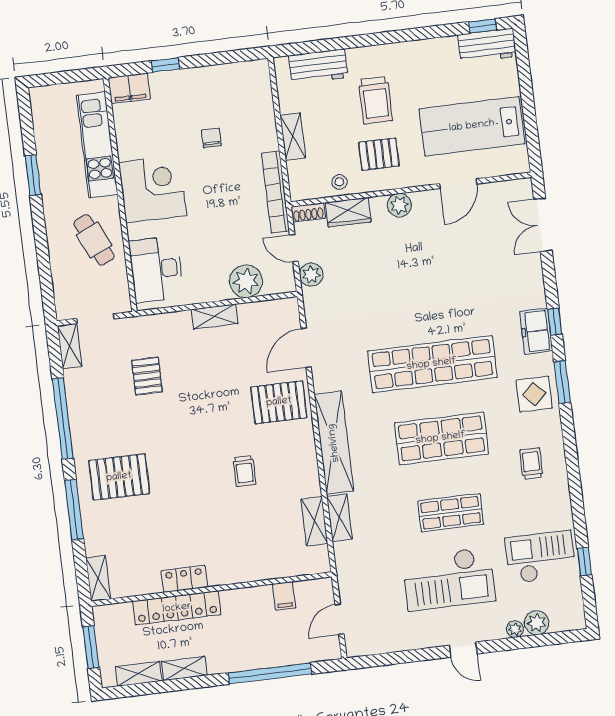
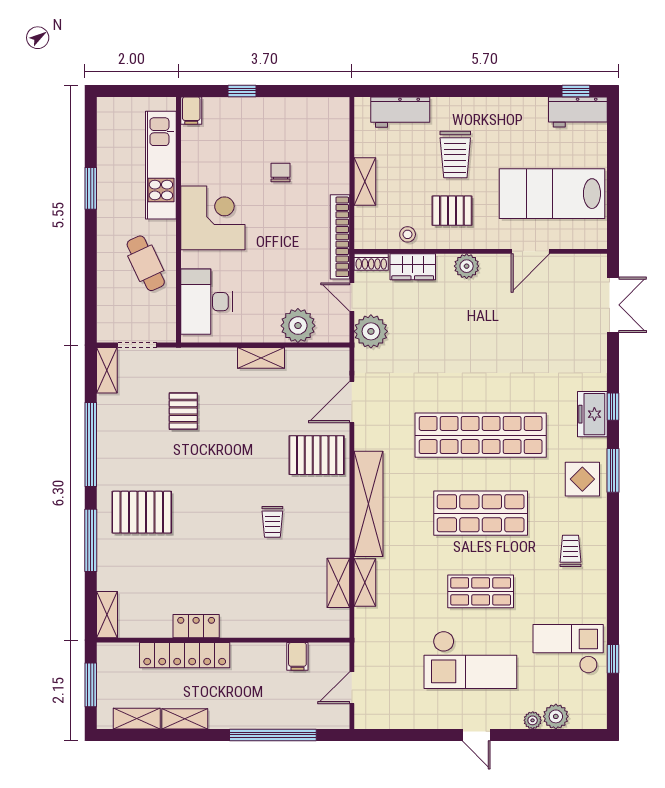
filing cabinet: (129, 88) -> (191, 111), width x0.50
double door: (543, 225) -> (613, 305), swing flipped
plant: (311, 275) -> (371, 331), width x1.36, depth x1.36

